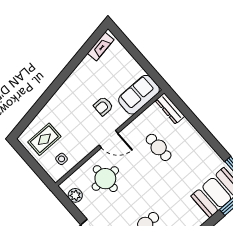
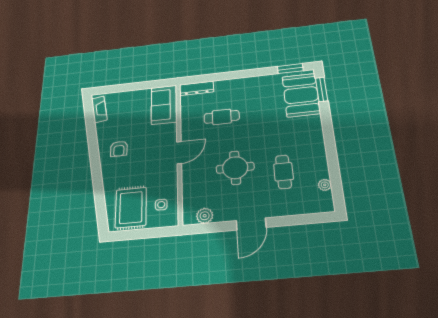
armchair: (103, 106) -> (119, 149), moved
rug: (44, 139) -> (131, 207), width x1.36, depth x1.43
round table: (105, 179) -> (235, 168), moved

